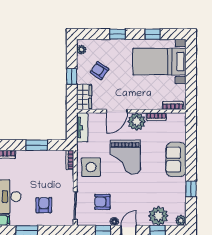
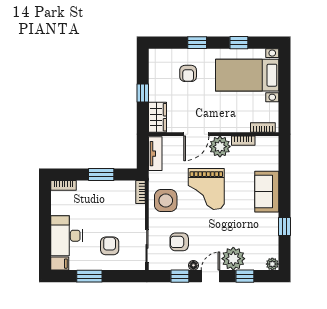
plant: (81, 50) -> (154, 61), removed
armchair: (99, 71) -> (188, 73), moved, turned -124
plant: (158, 216) -> (233, 259), moved

